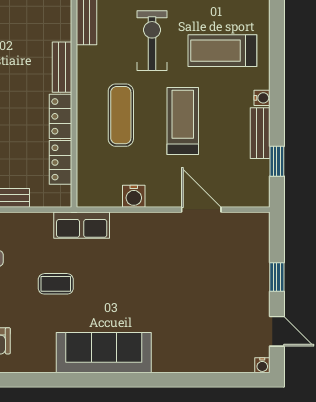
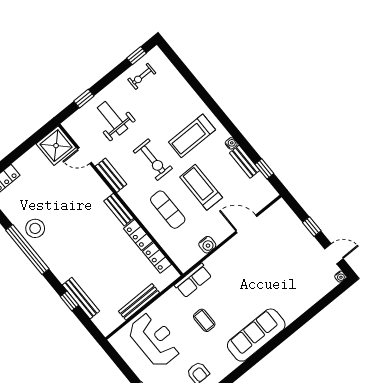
exercise bike: (152, 41) -> (153, 160), turned 180
coffee table: (56, 284) -> (204, 320), turned 90

